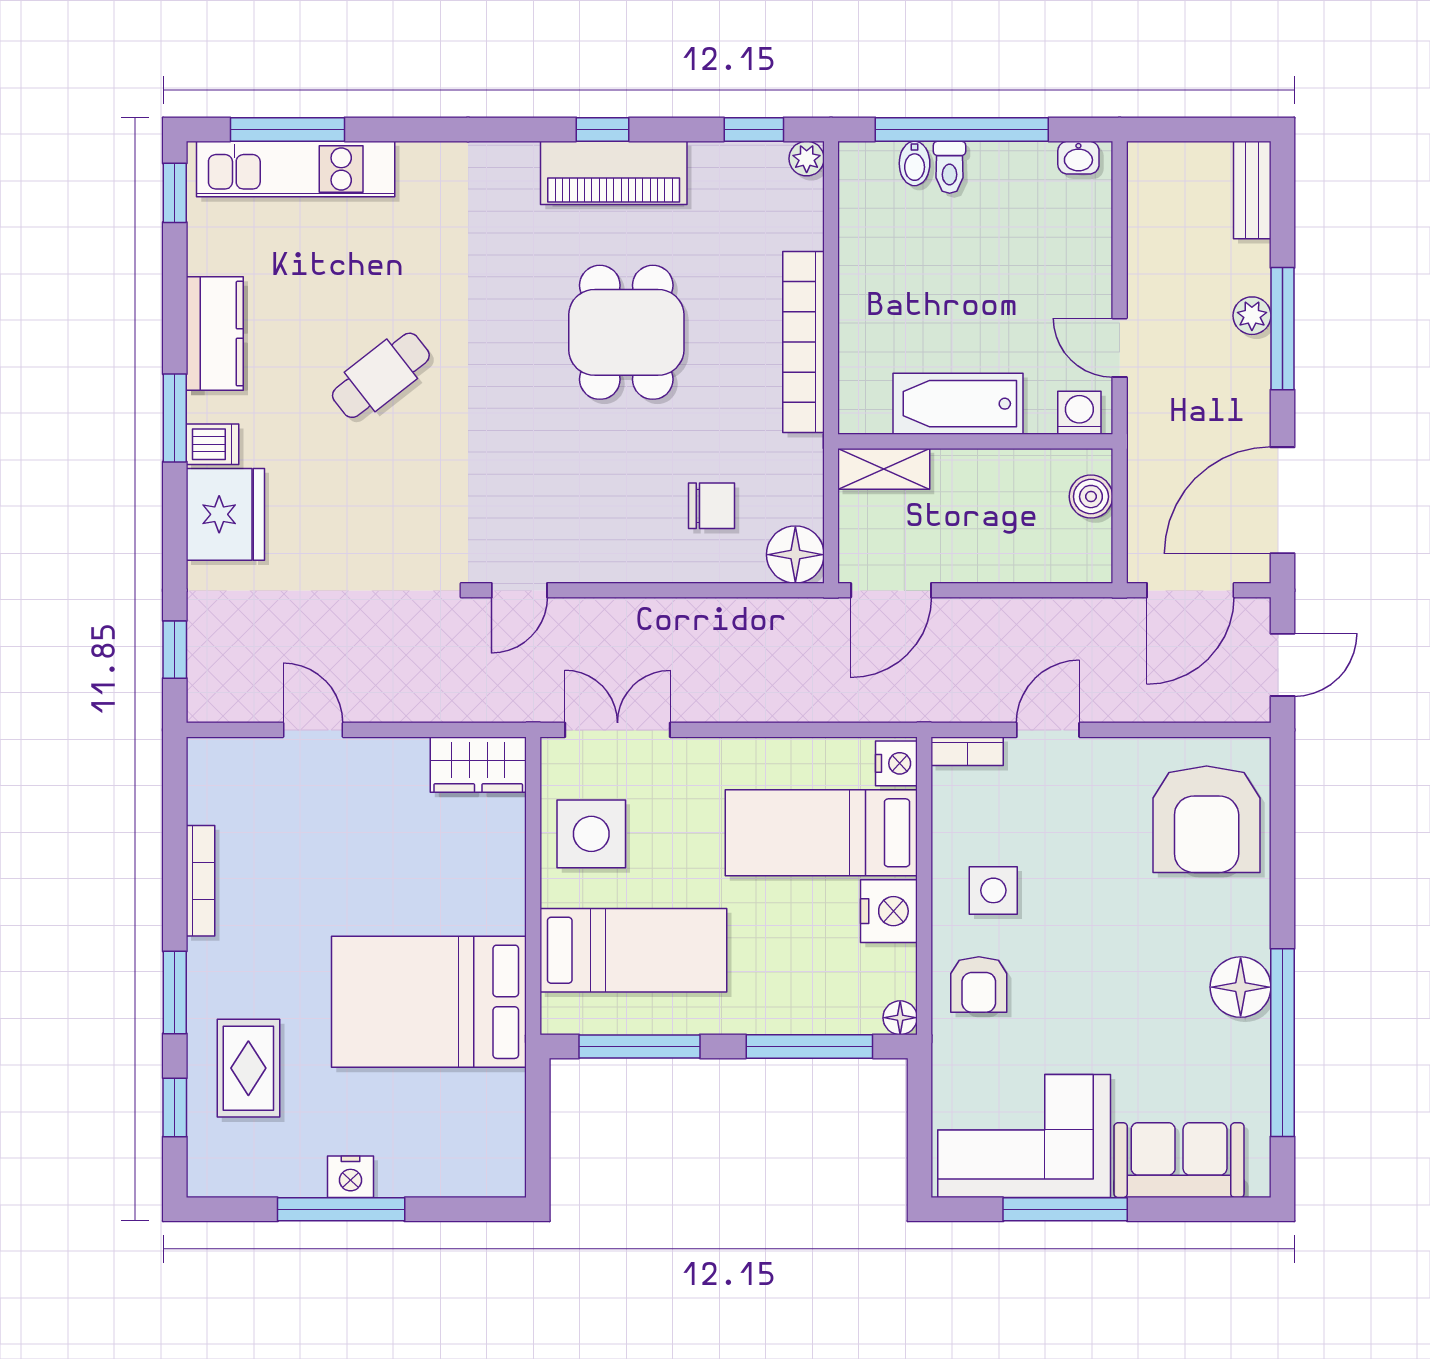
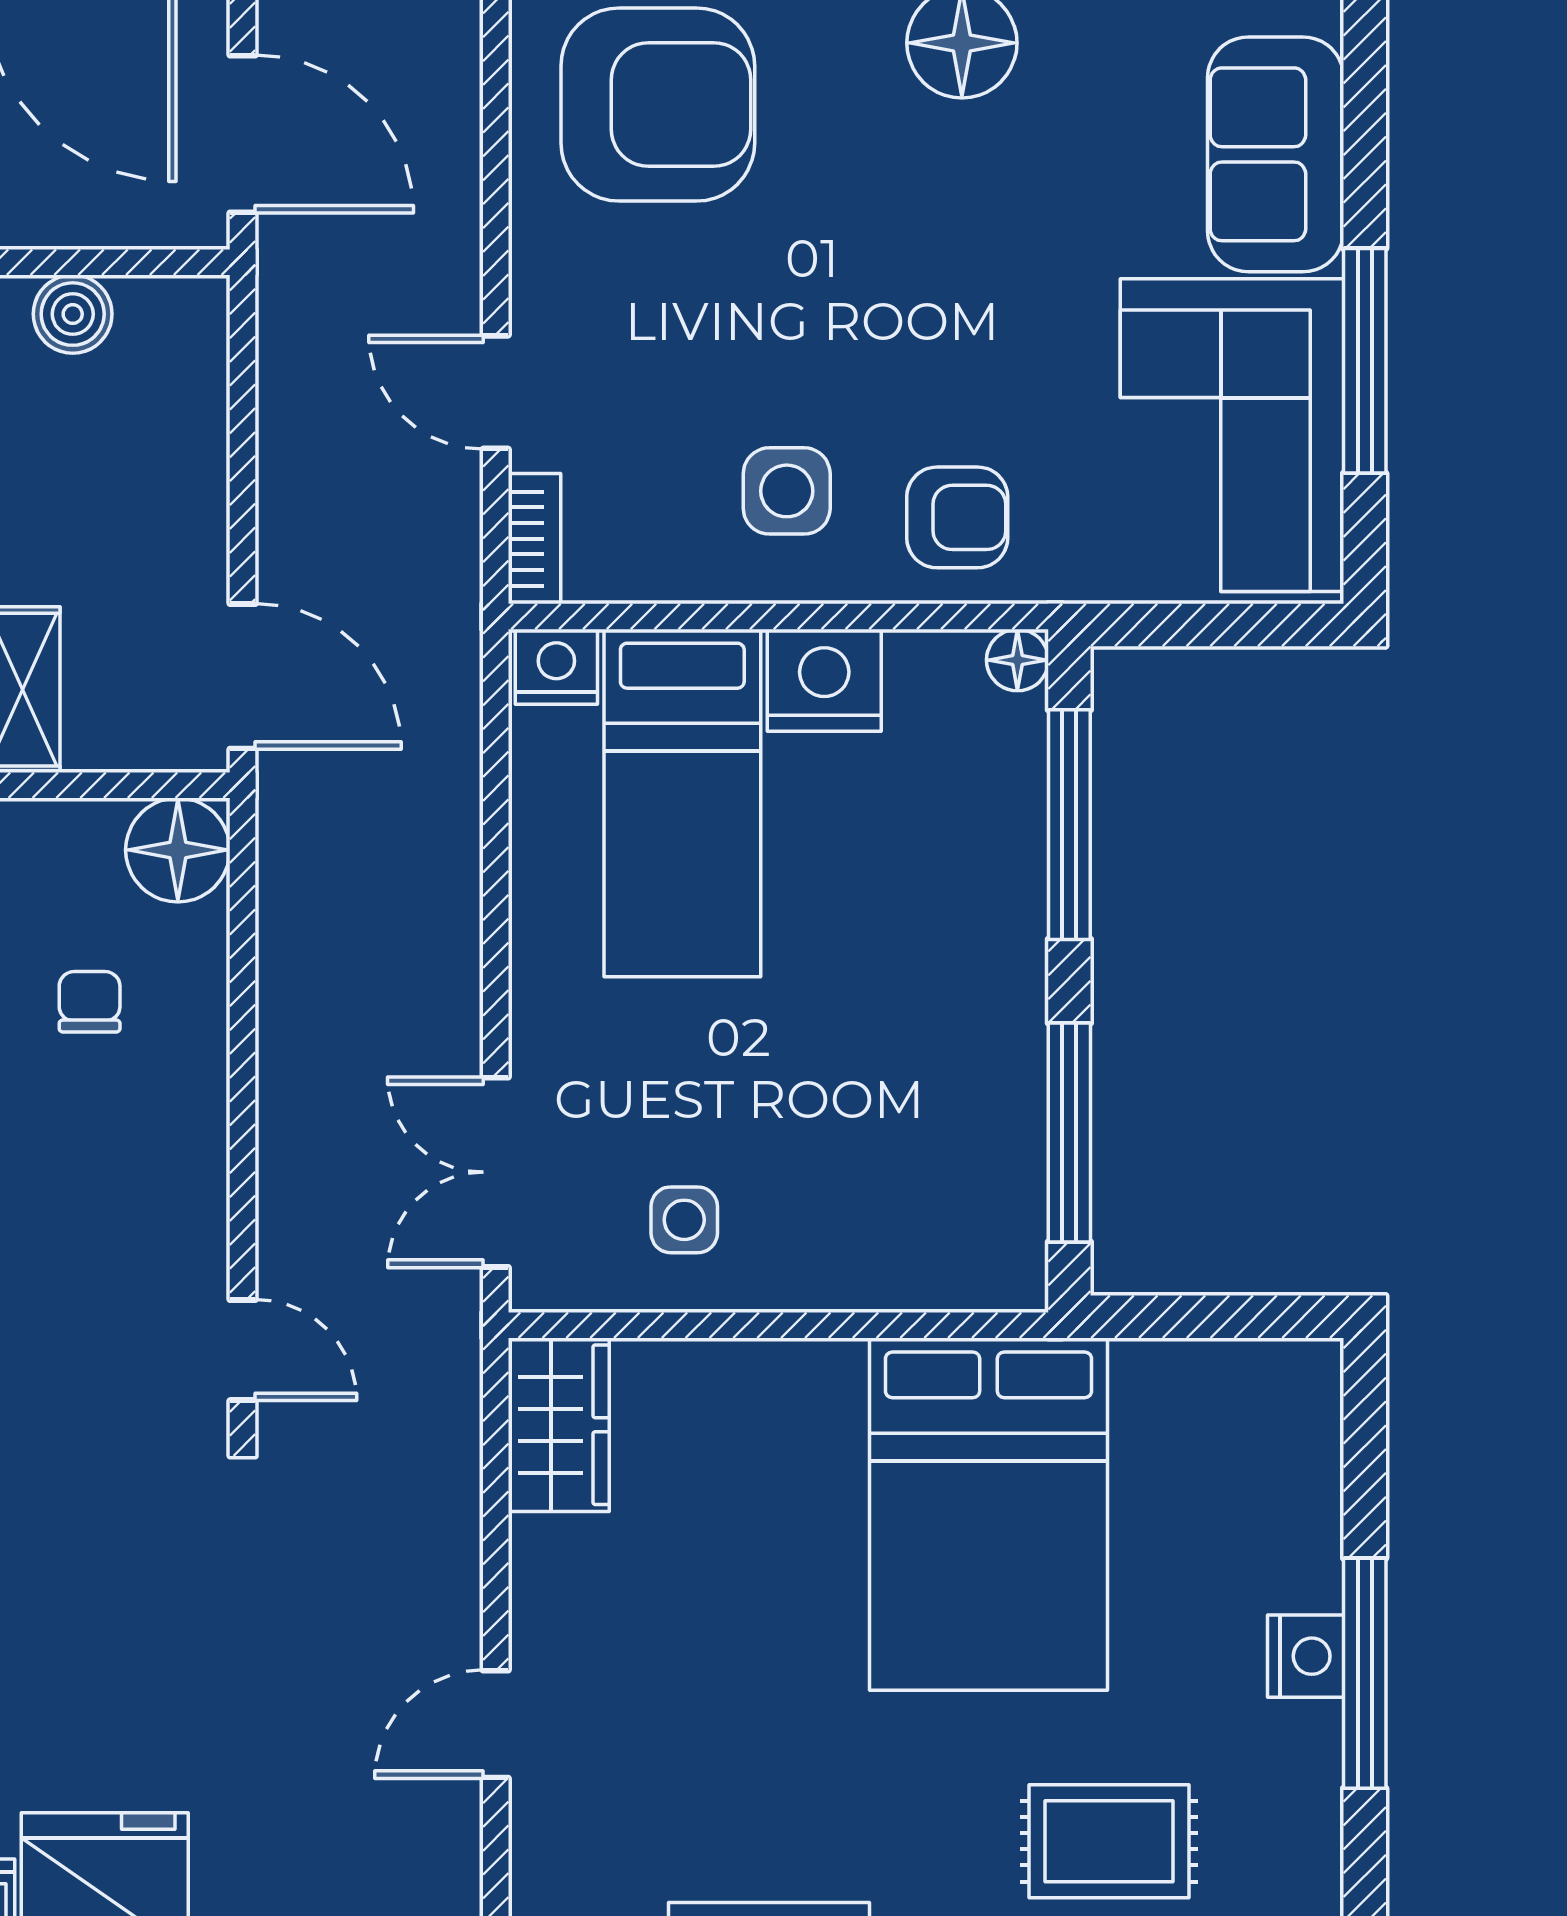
chair: (712, 506) -> (90, 1002), width x0.73, depth x0.73
side table: (591, 834) -> (684, 1220), width x0.54, depth x0.54
bed: (633, 950) -> (895, 1143), removed

